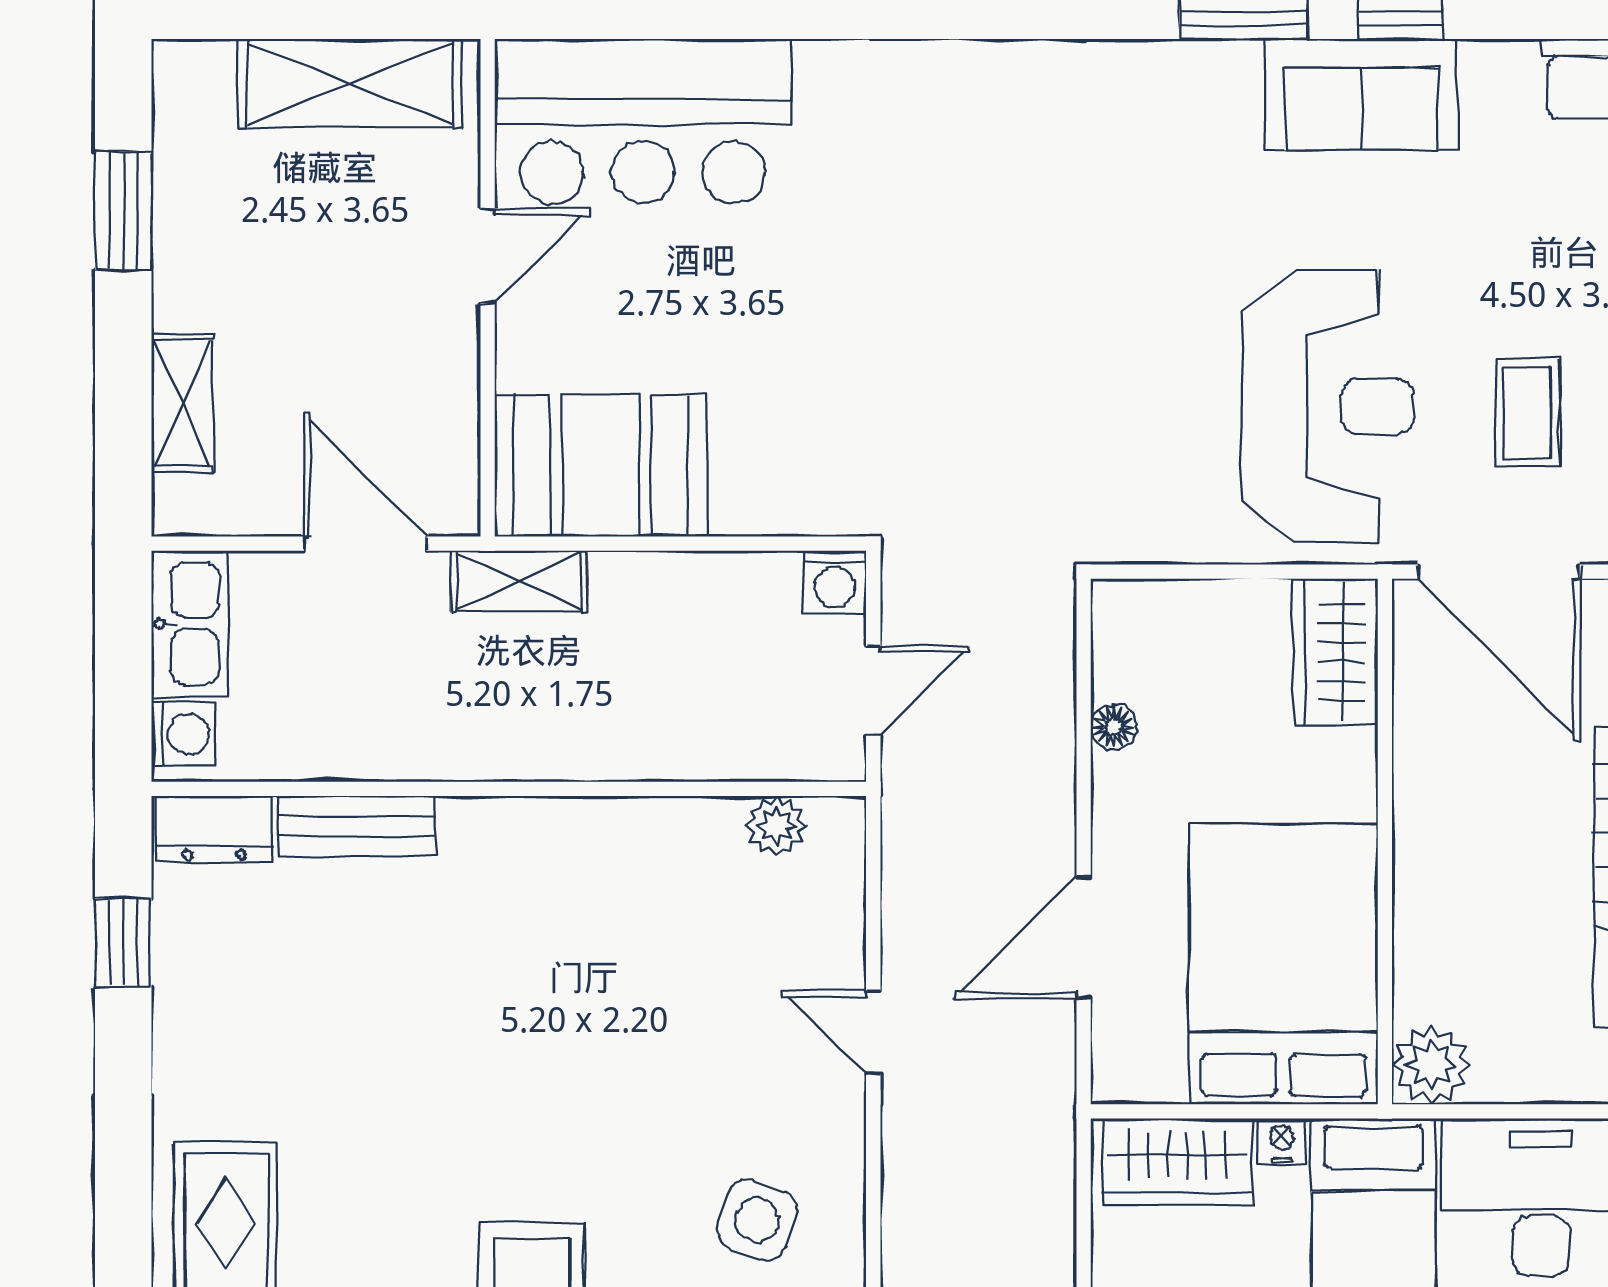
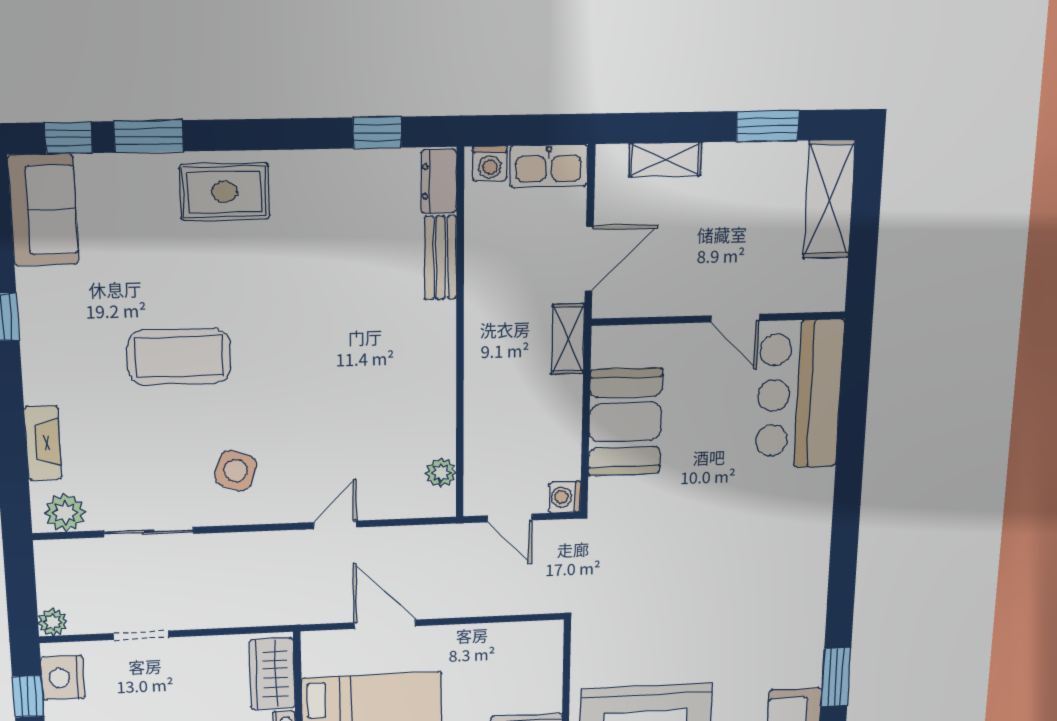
shelving: (350, 84) -> (829, 199), moved
booth: (601, 466) -> (625, 422), moved
floor lamp: (1114, 727) -> (490, 634), removed

